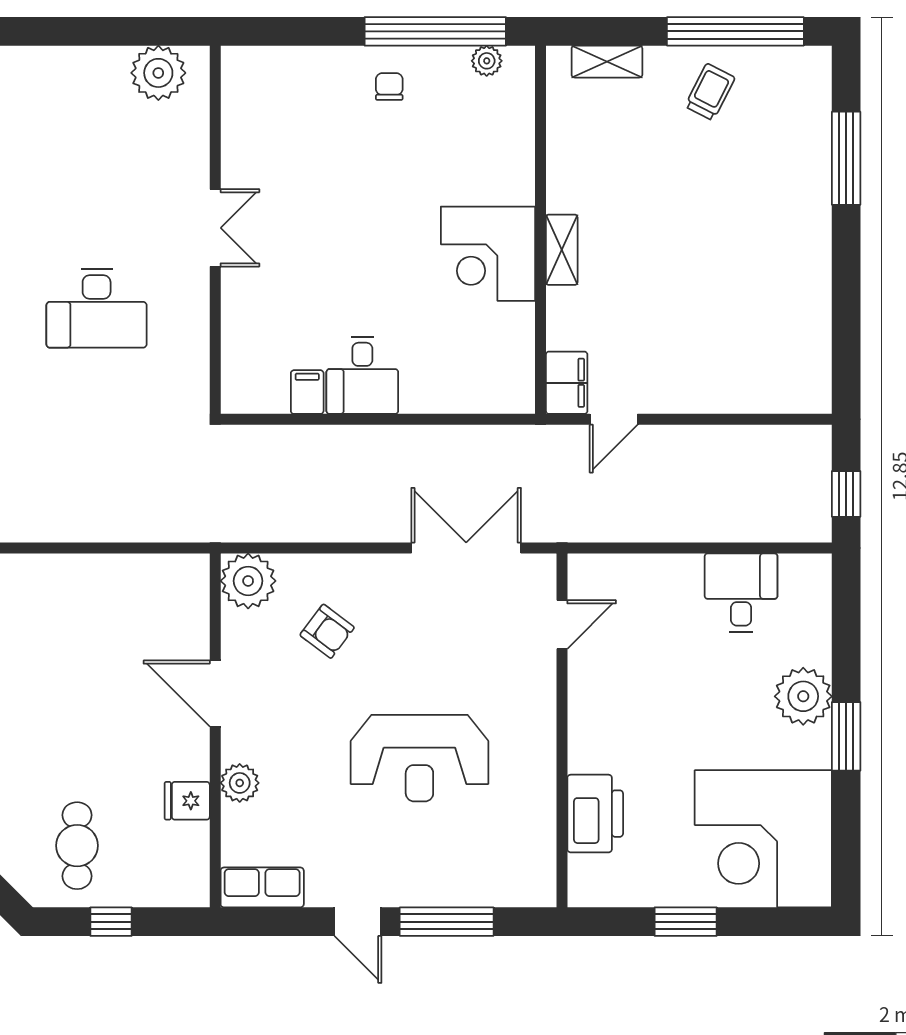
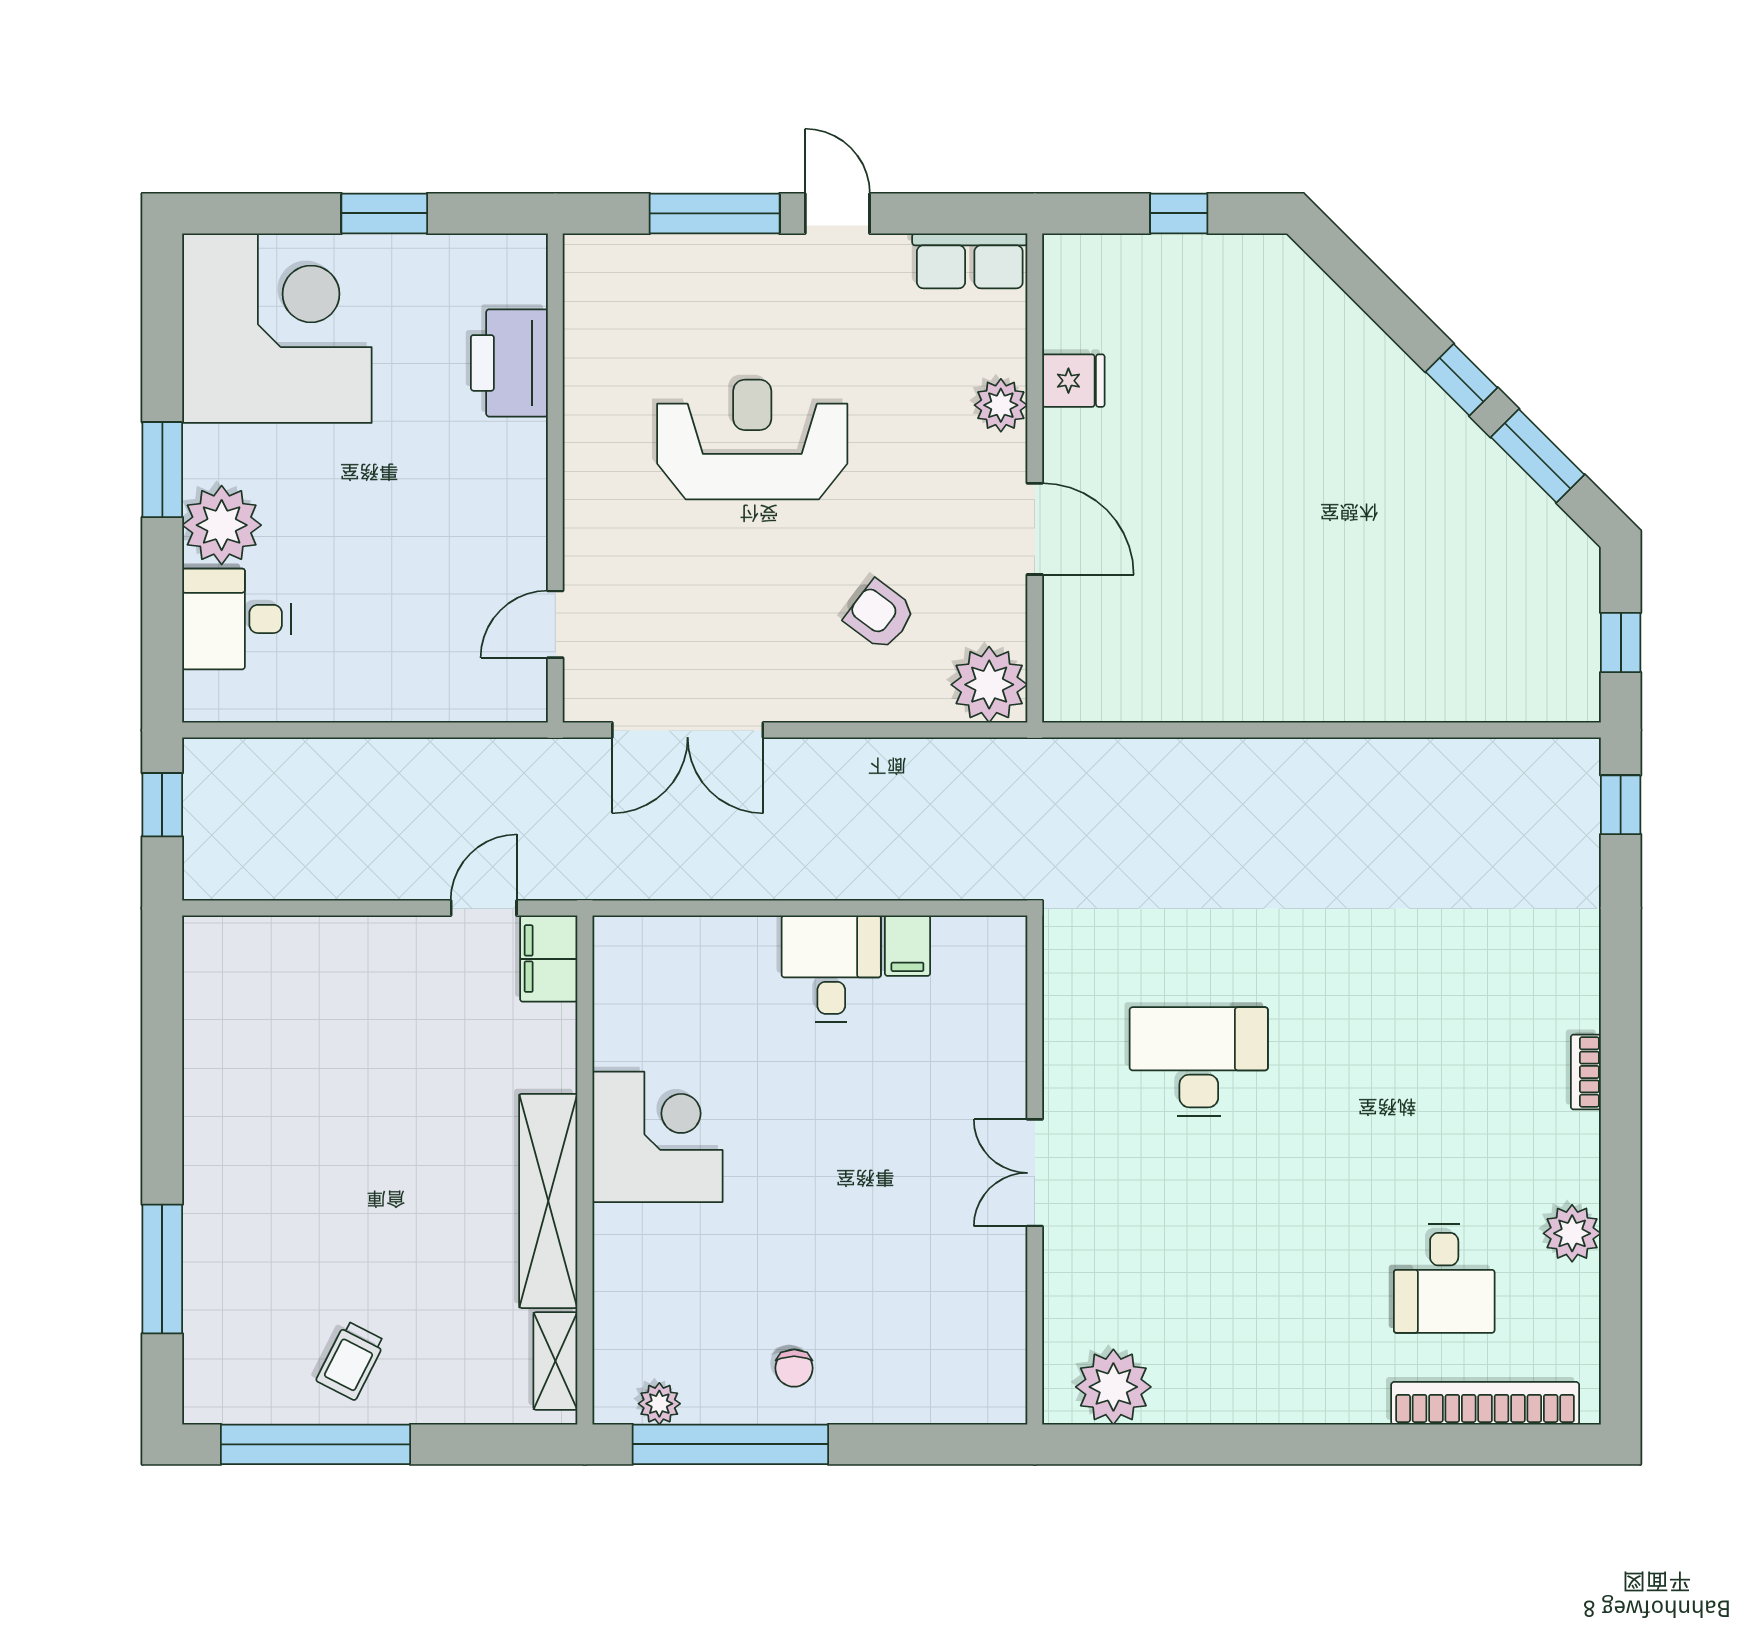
shelving: (607, 62) -> (555, 1361), moved, turned 90
shelving: (562, 250) -> (548, 1201), width x2.20, depth x1.33
desk: (741, 593) -> (236, 619), moved, turned 90
cafe table: (77, 846) -> (1226, 319), removed

